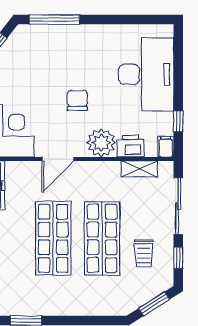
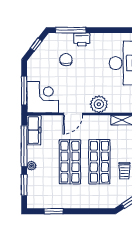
chair: (77, 100) -> (66, 60), moved
printer: (130, 146) -> (82, 39), moved, turned 180

